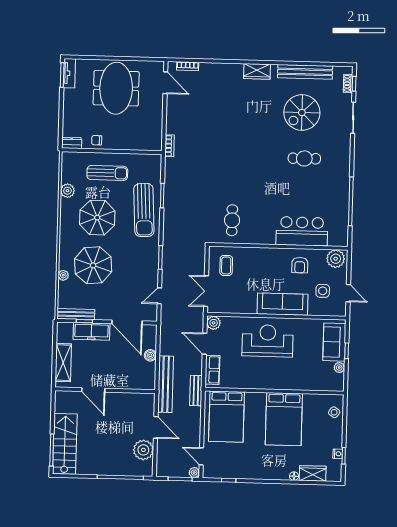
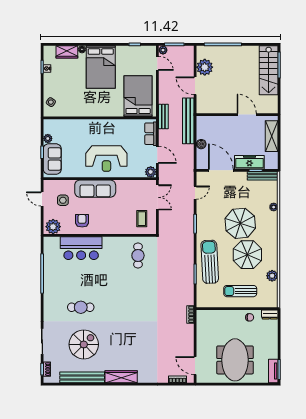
wardrobe: (257, 71) -> (121, 377), width x1.50
parasol: (93, 265) -> (240, 223), moved
bed: (284, 419) -> (101, 67), moved, turned 180

